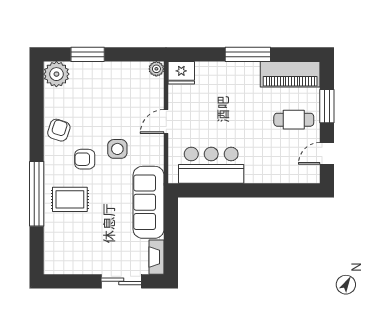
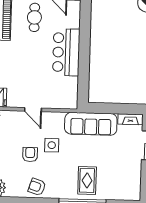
armchair: (85, 159) -> (30, 155), moved, turned 180
bar counter: (211, 165) -> (66, 52), moved

